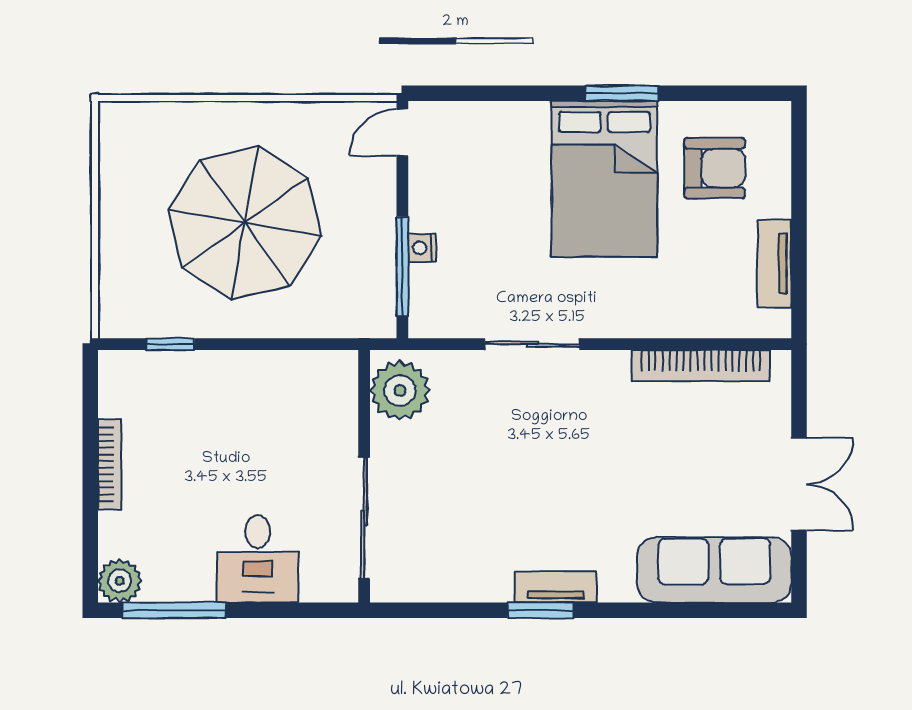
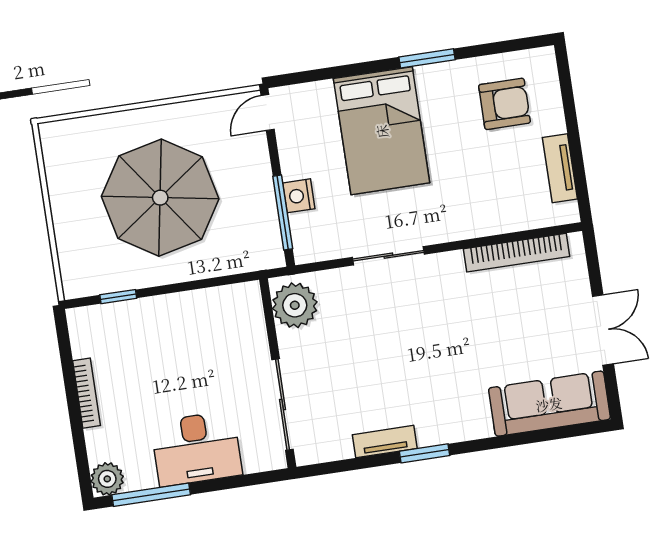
bed: (604, 179) -> (382, 131), moved
nightstand: (422, 248) -> (299, 196), width x1.39, depth x1.35
desk: (258, 559) -> (196, 449), width x1.37
tv unit: (556, 587) -> (385, 442), moved

